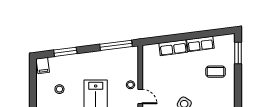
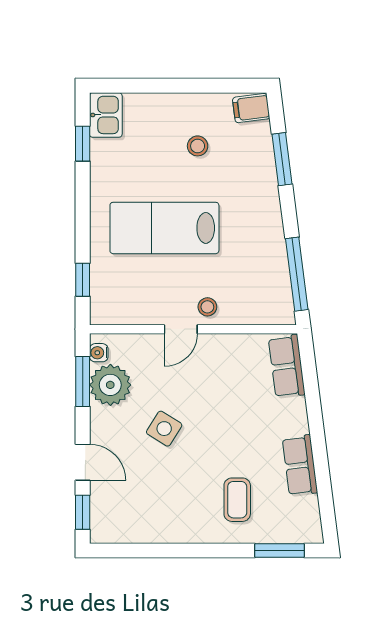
row of seats: (173, 48) -> (287, 366), moved

